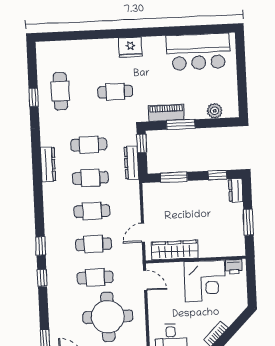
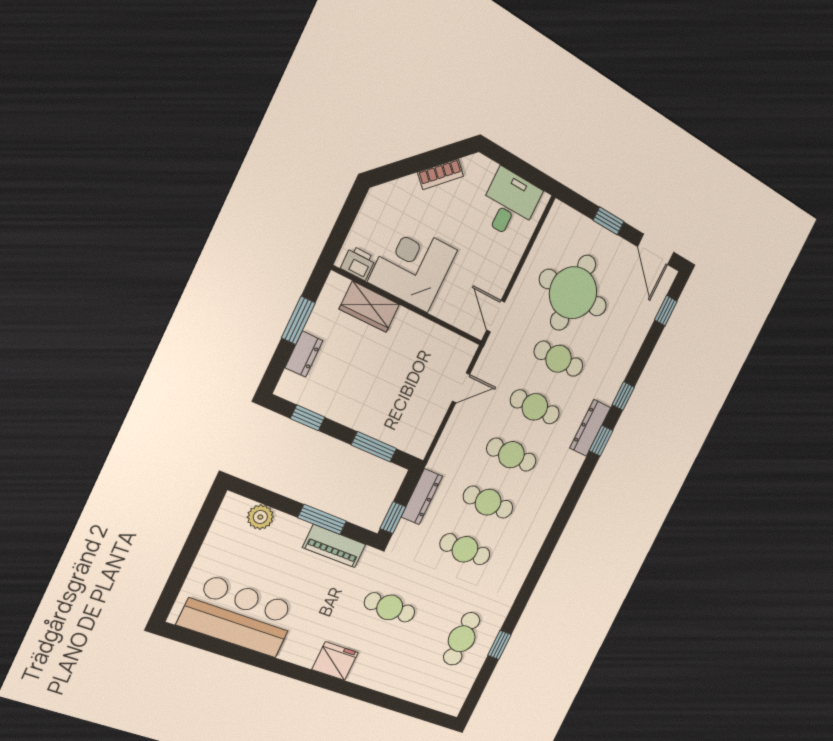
dresser: (48, 164) -> (590, 428), moved
dresser: (236, 190) -> (304, 354), moved
wardrobe: (175, 250) -> (369, 307), moved, width x0.67

